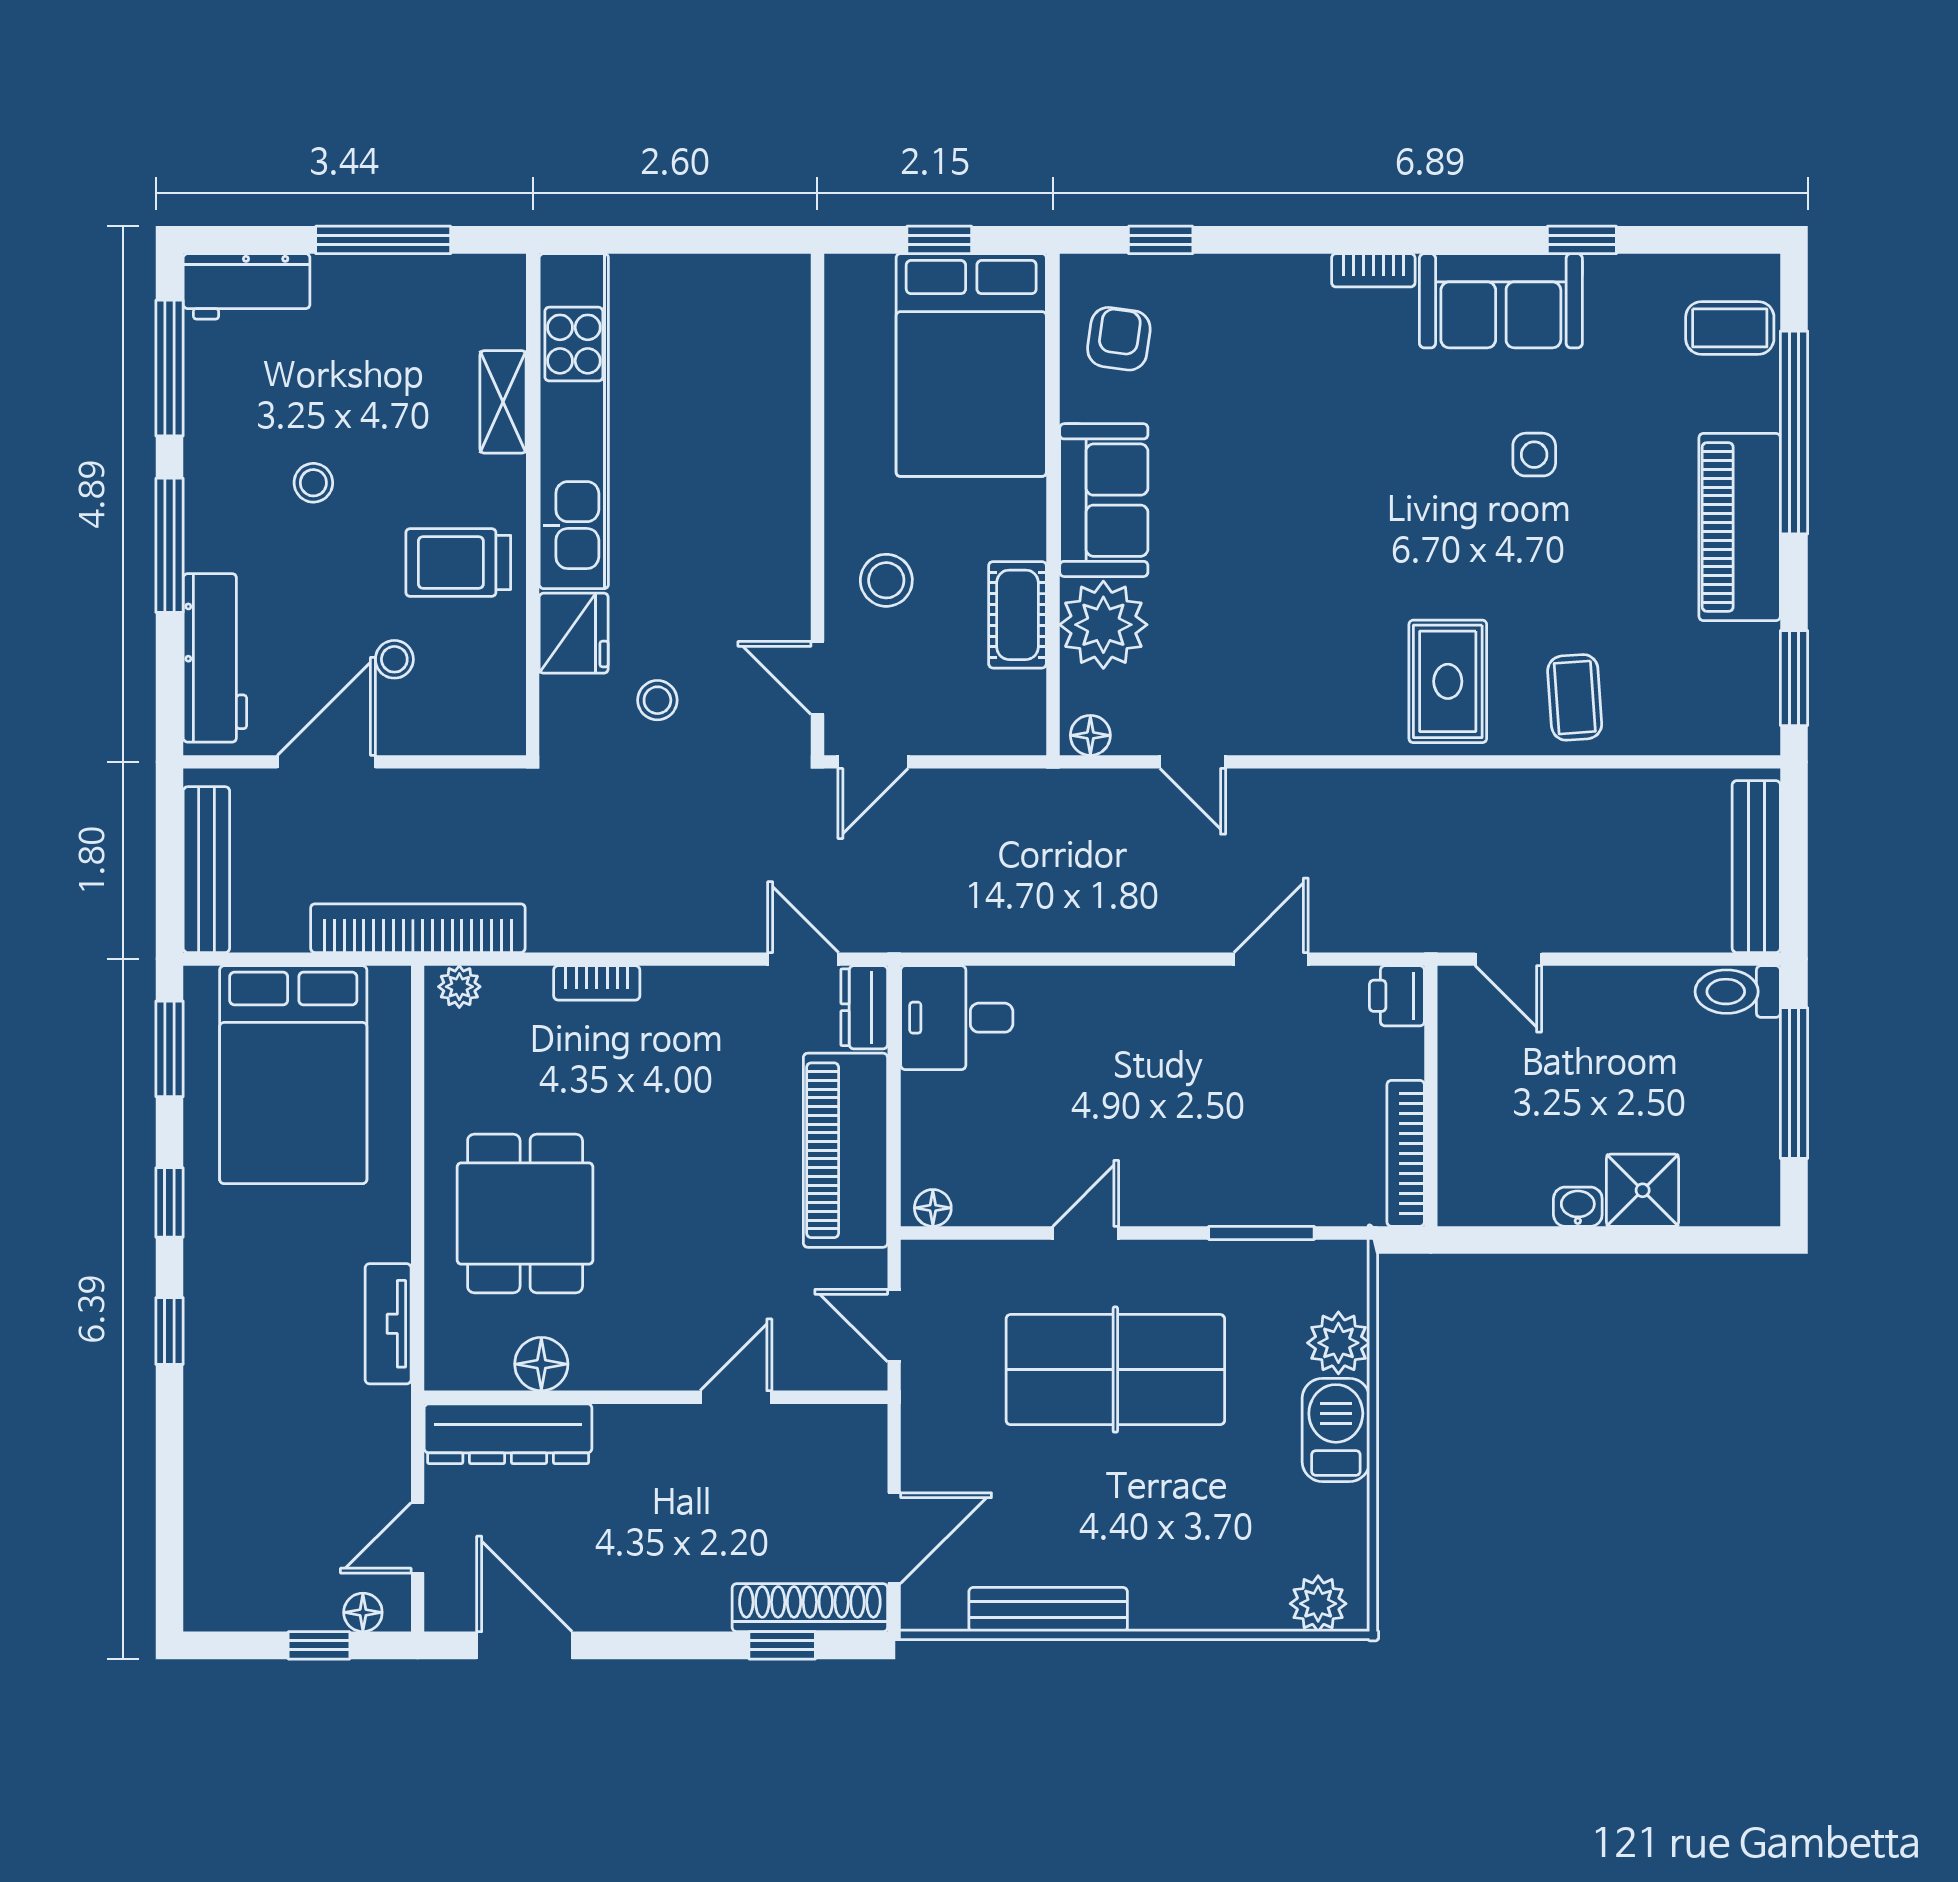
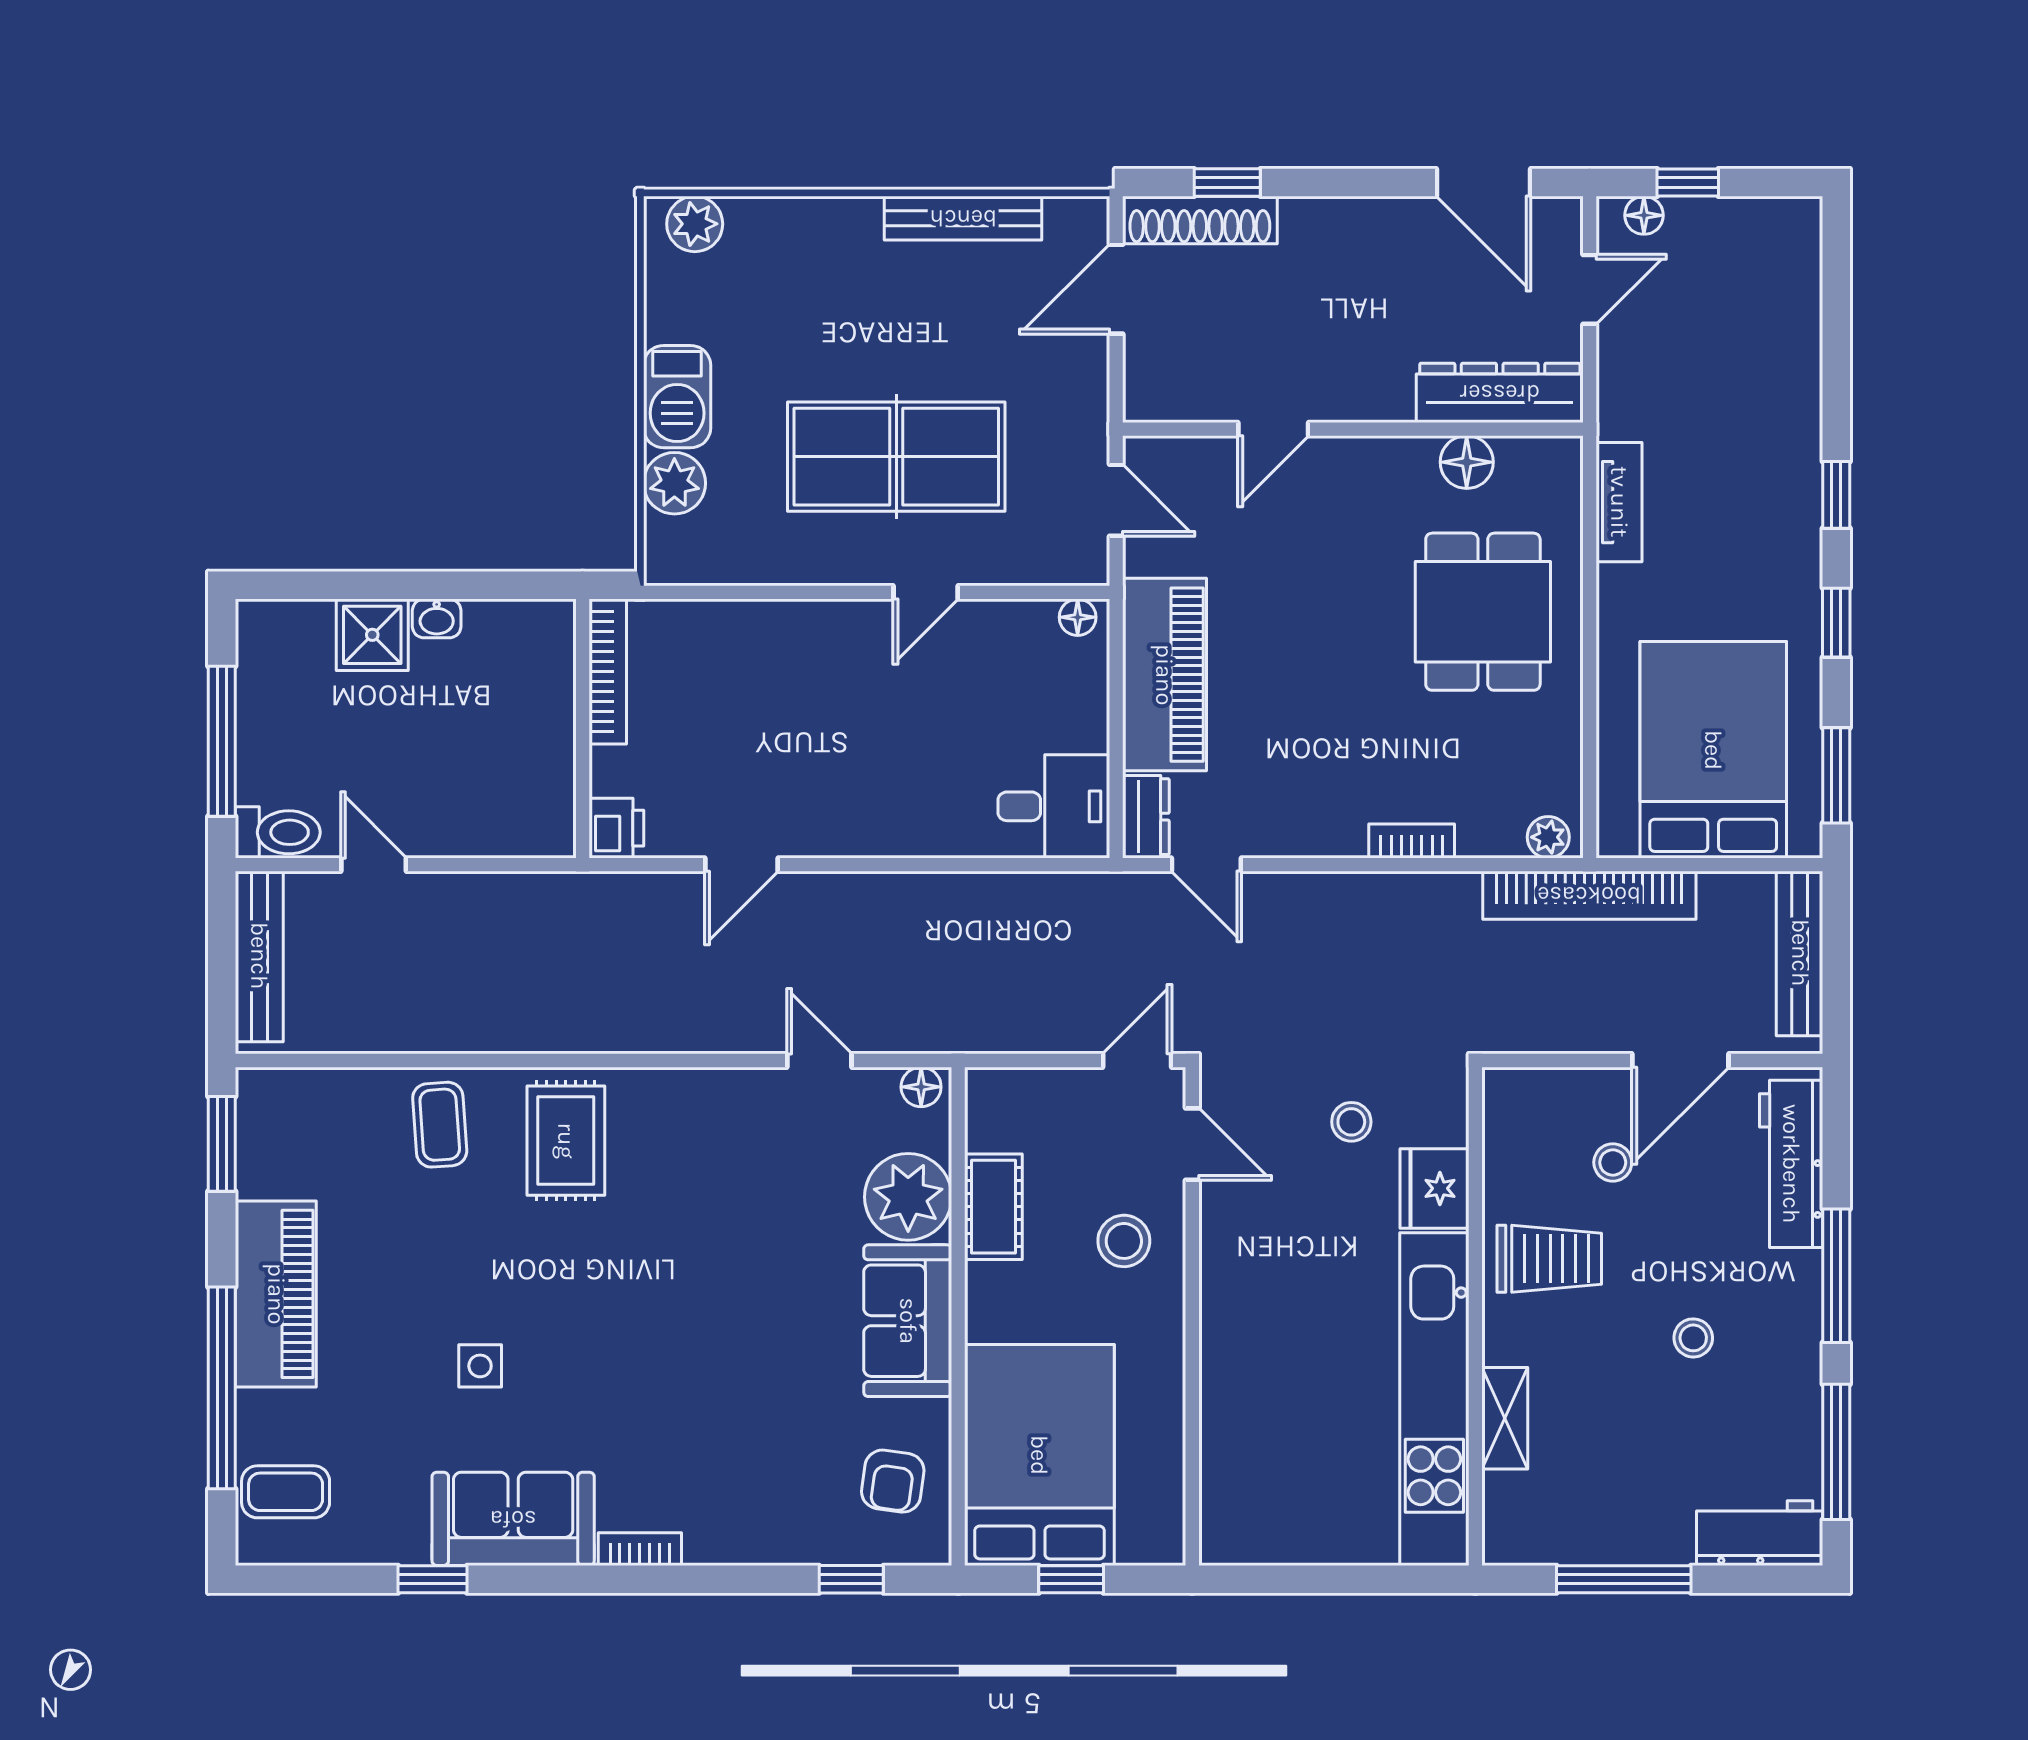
door: (1508, 959) -> (374, 865), moved
window: (1261, 1233) -> (751, 592), removed

